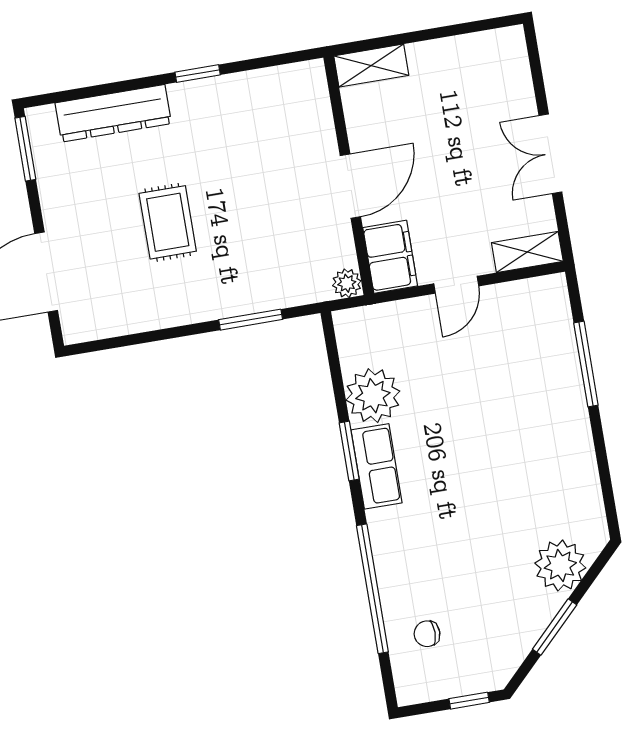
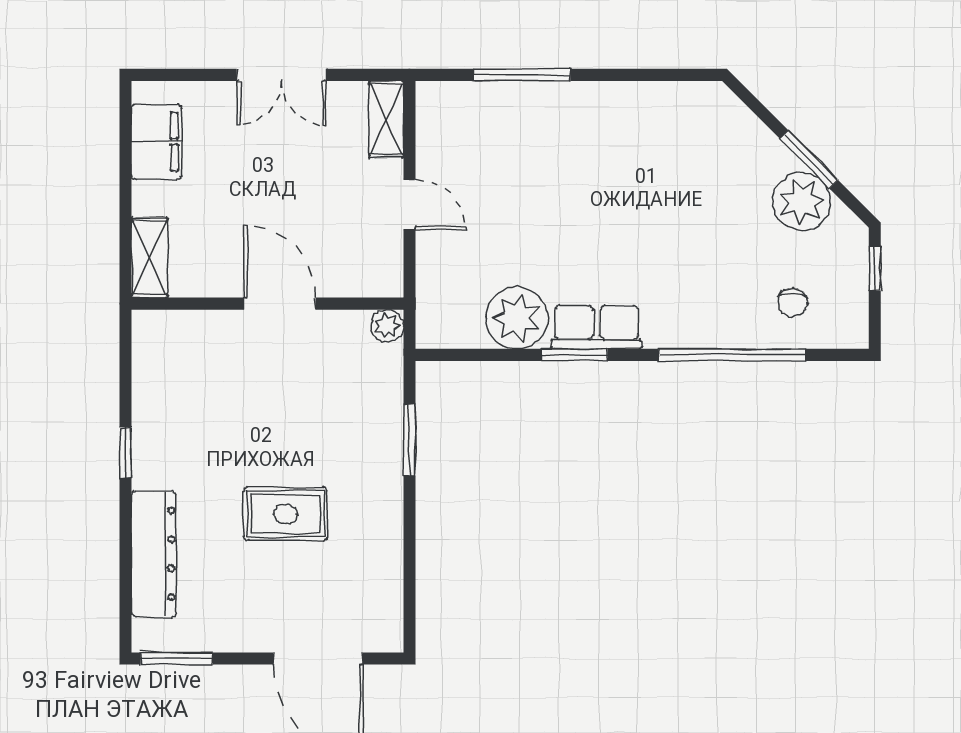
filing cabinet: (390, 257) -> (157, 142), moved, turned 90
plant: (560, 565) -> (802, 201), moved

